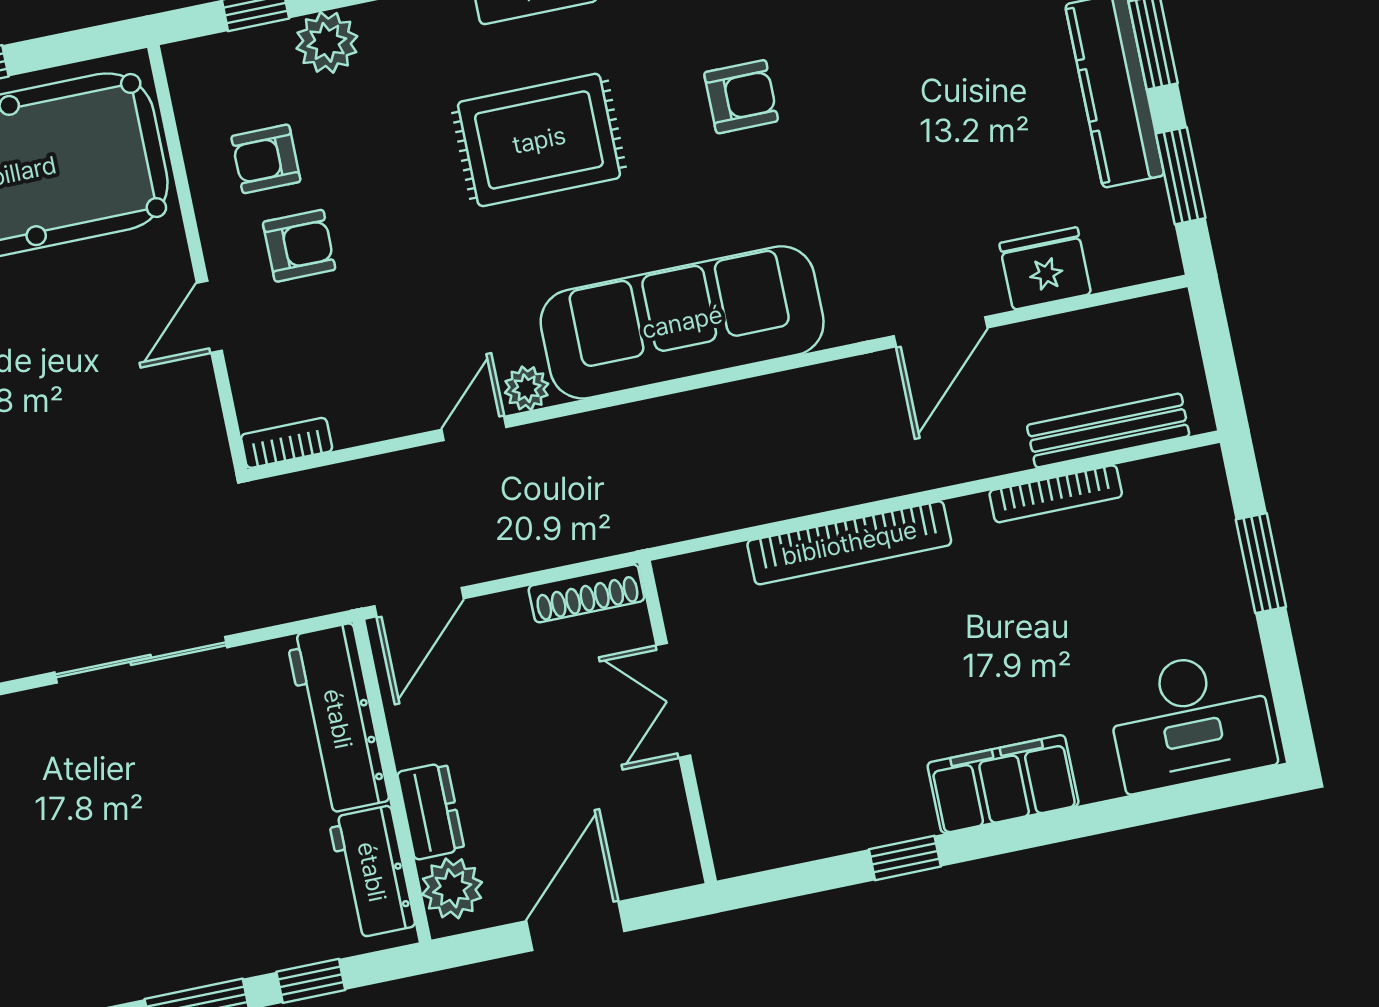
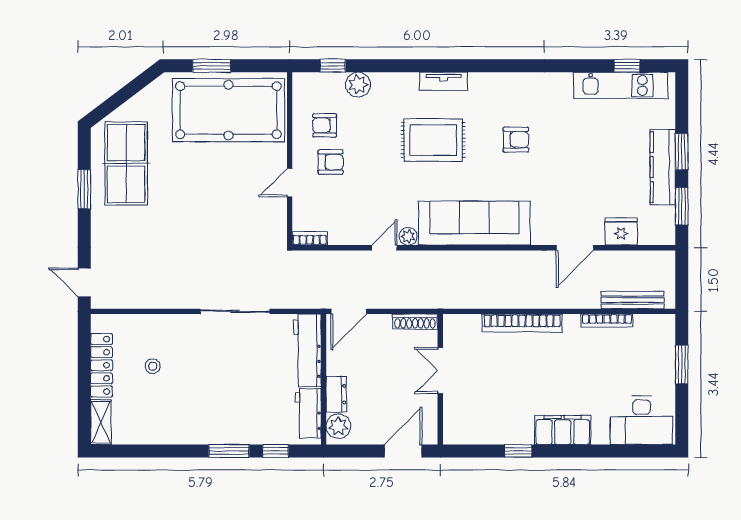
door: (575, 926) -> (403, 451), moved

